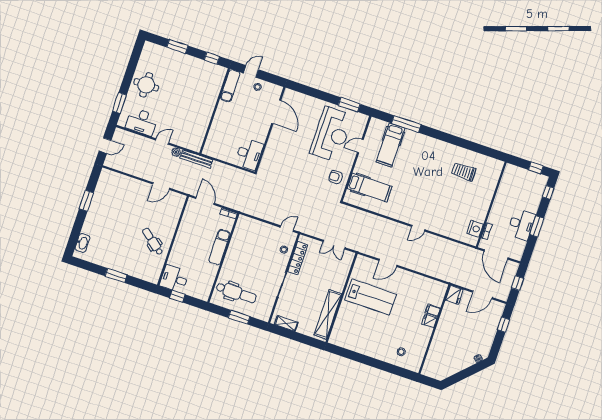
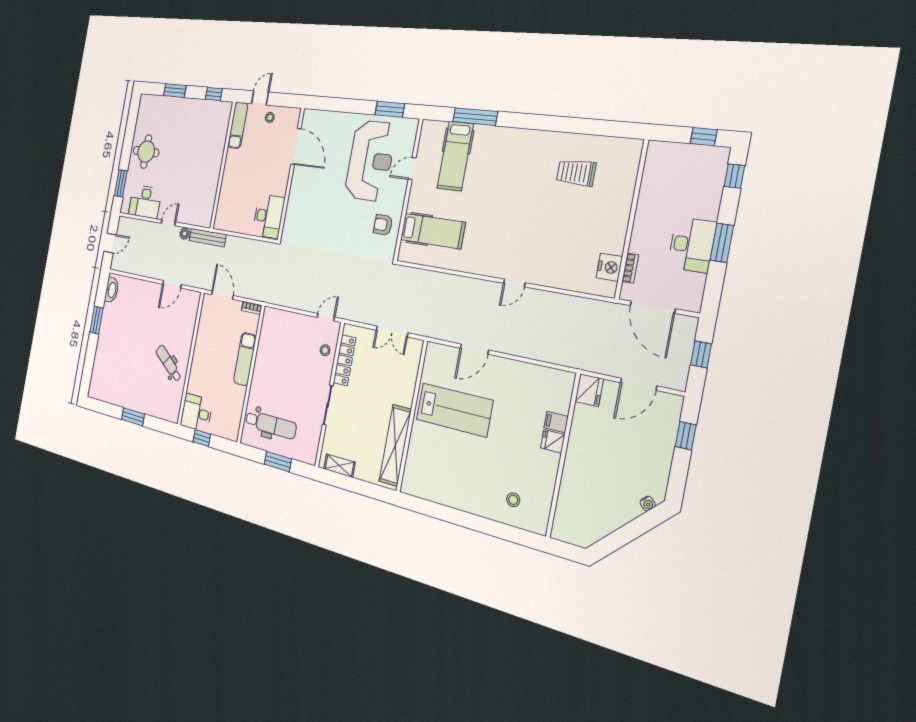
washbasin: (82, 243) -> (112, 290), moved

